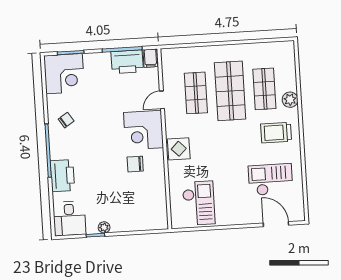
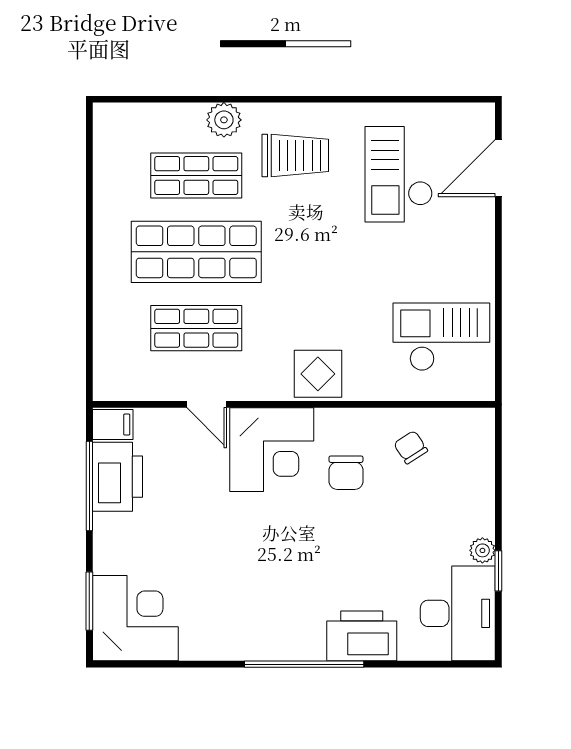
chair: (66, 120) -> (411, 447), moved
trolley: (276, 133) -> (295, 155), turned -90
desk: (69, 218) -> (458, 613), width x1.37

